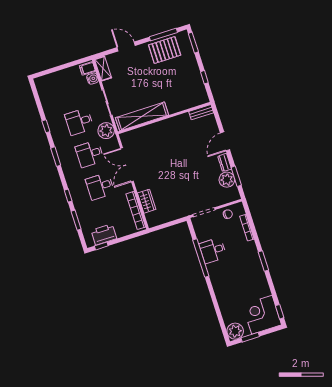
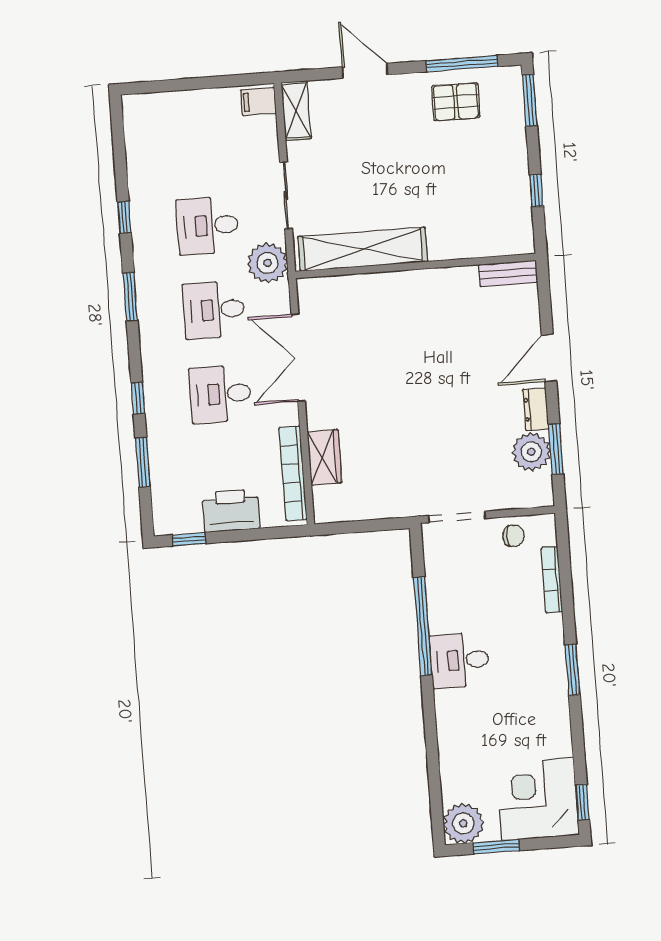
pallet: (165, 50) -> (456, 102), width x0.67, depth x0.71
water cooler: (93, 79) -> (265, 129), removed
printer: (104, 234) -> (231, 511), moved
desk: (213, 250) -> (460, 660), moved

